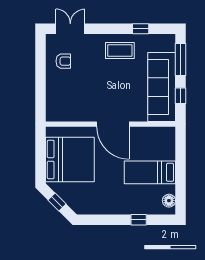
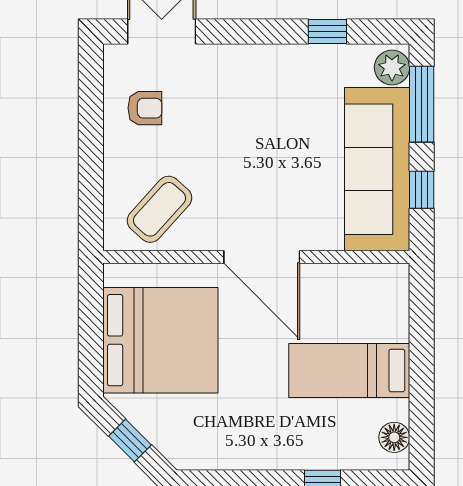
plant: (168, 44) -> (392, 67), added
coffee table: (120, 50) -> (159, 209), moved, turned -48

